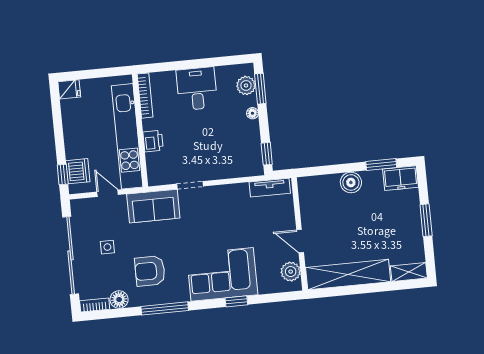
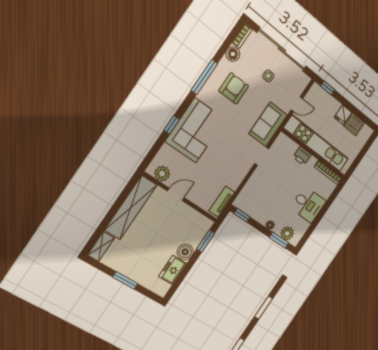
fridge: (69, 89) -> (343, 115), moved
window: (381, 165) -> (206, 241), moved
dishwasher: (78, 171) -> (354, 125), moved
freezer: (400, 178) -> (173, 270), moved

